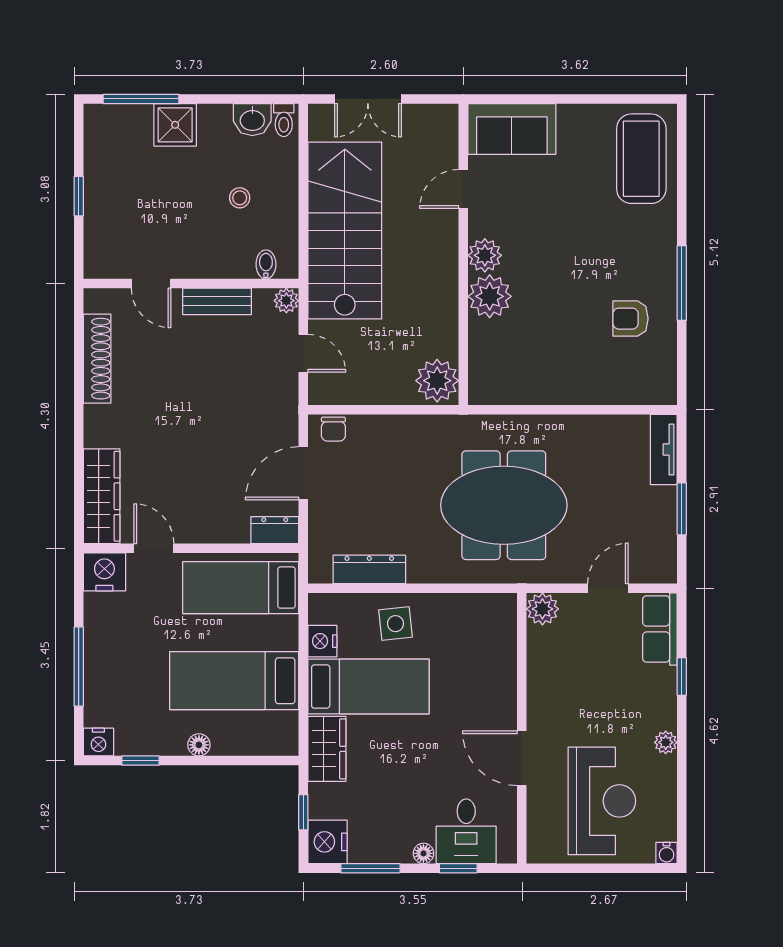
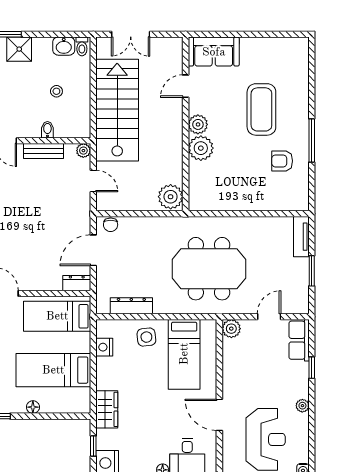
coffee table: (641, 159) -> (261, 109), moved
bidet: (266, 264) -> (47, 130), moved
bed: (369, 687) -> (184, 354), moved, turned 90

